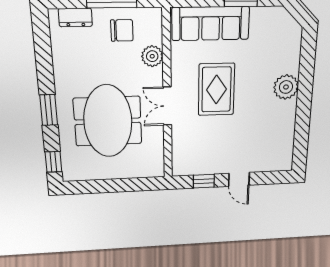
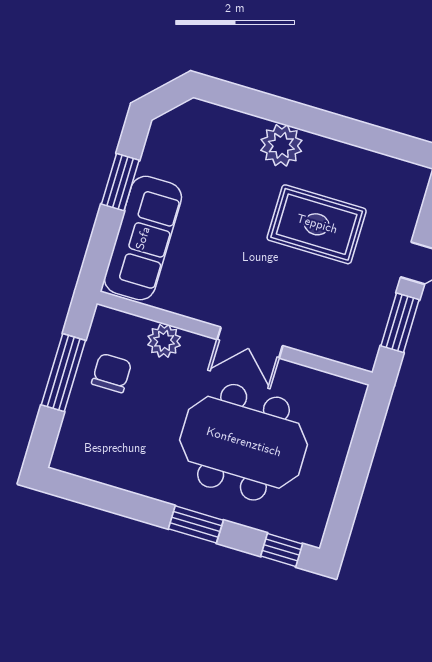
dresser: (75, 17) -> (72, 433), removed
rug: (216, 90) -> (317, 224), moved
window: (204, 181) -> (400, 323), width x1.50

